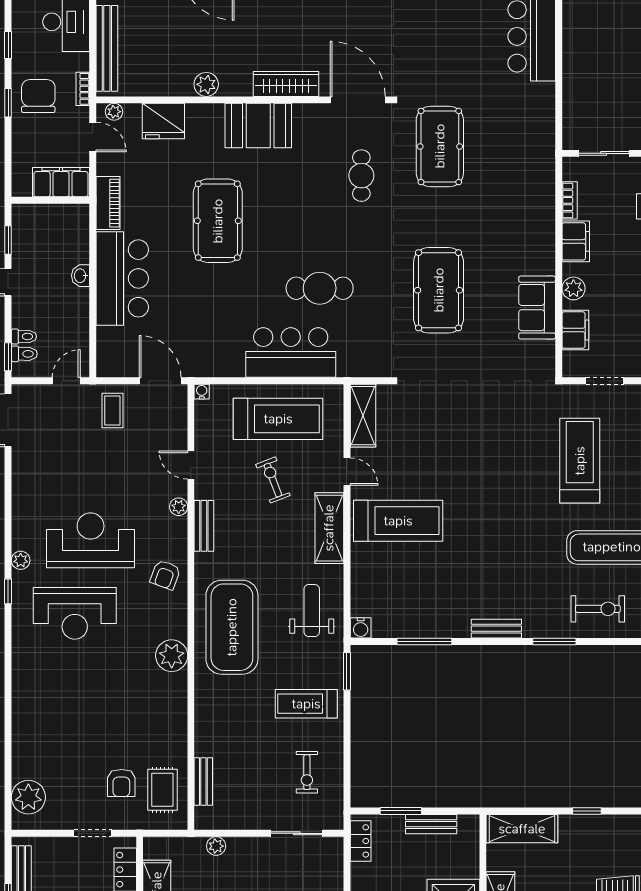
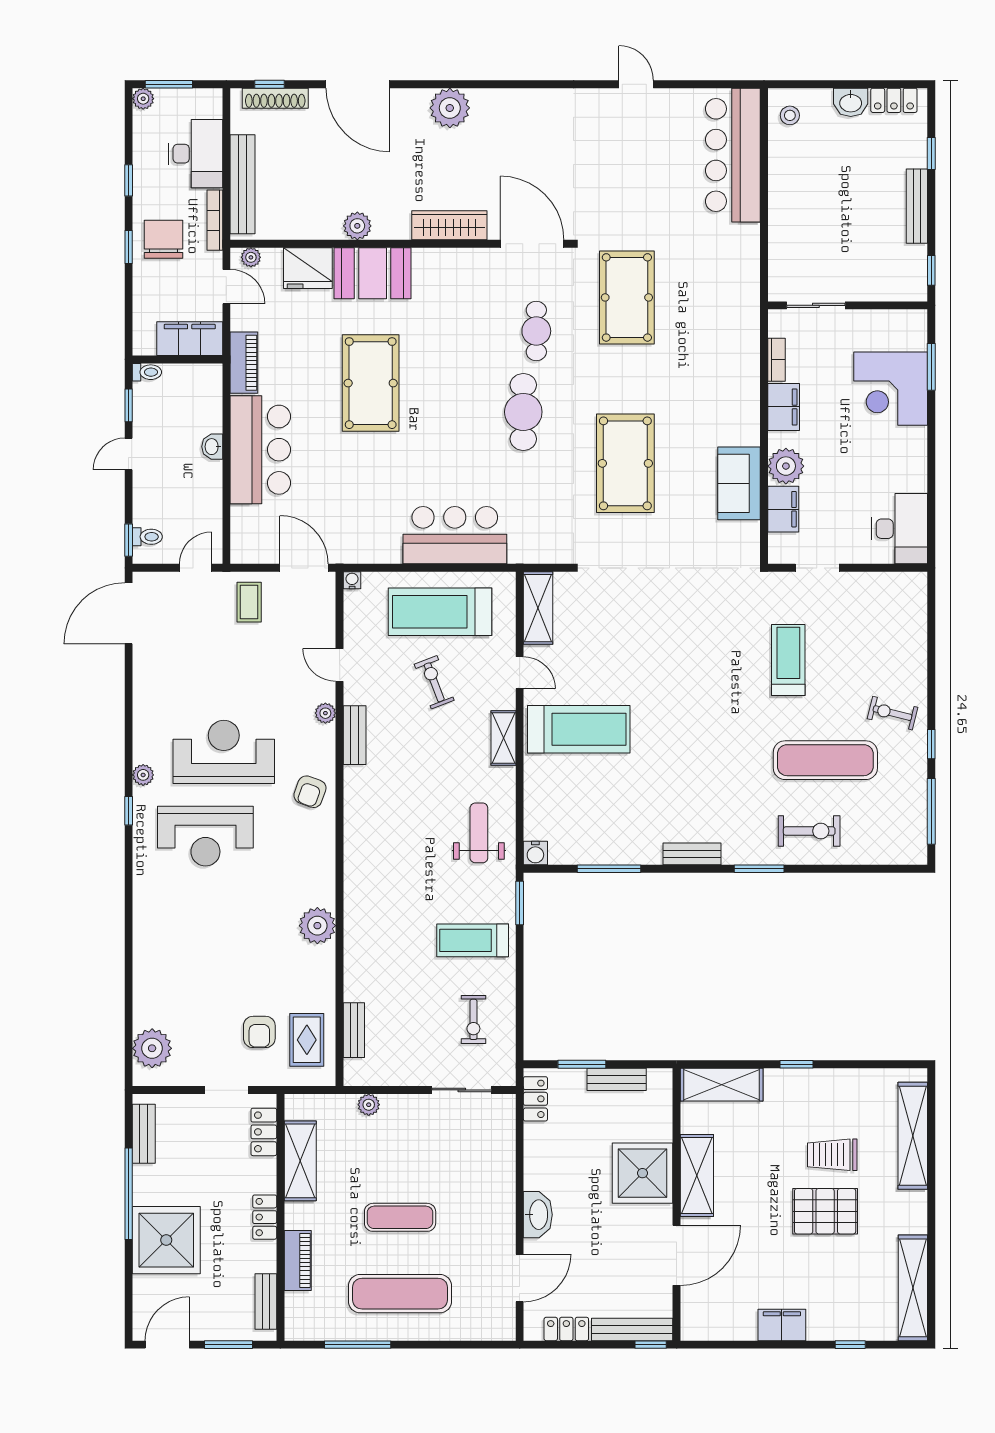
bookcase: (83, 89) -> (215, 220), width x1.56
booth: (258, 125) -> (373, 273), moved
cafe table: (320, 288) -> (523, 412), moved, turned 90
plant: (573, 288) -> (786, 466), width x1.36, depth x1.36
toilet: (24, 336) -> (147, 372), moved
treadmill: (278, 419) -> (440, 612), turned 180
treadmill: (580, 461) -> (788, 660), width x0.73, depth x0.73
shelving: (329, 528) -> (503, 738), width x0.67, depth x0.75
exercise mat: (232, 627) -> (387, 852), removed
plant: (172, 656) -> (317, 926), moved

